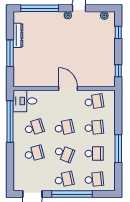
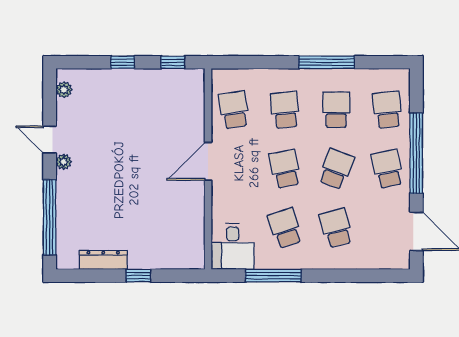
window: (118, 32) -> (123, 62), moved
window: (10, 53) -> (138, 276), width x0.46
window: (10, 122) -> (273, 276), width x0.68

